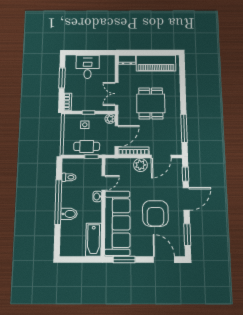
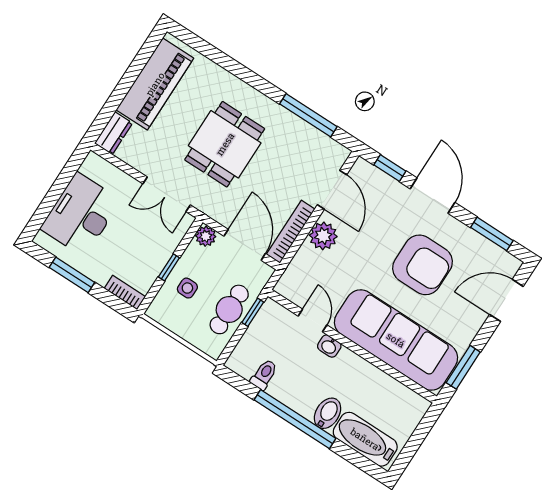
desk: (88, 67) -> (81, 214), width x1.37
dining table: (151, 103) -> (225, 144), turned 90
bathtub: (94, 240) -> (365, 439), moved, turned 180

